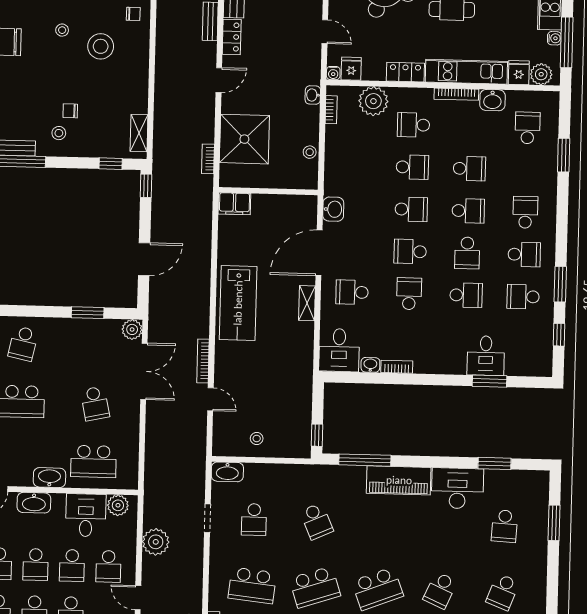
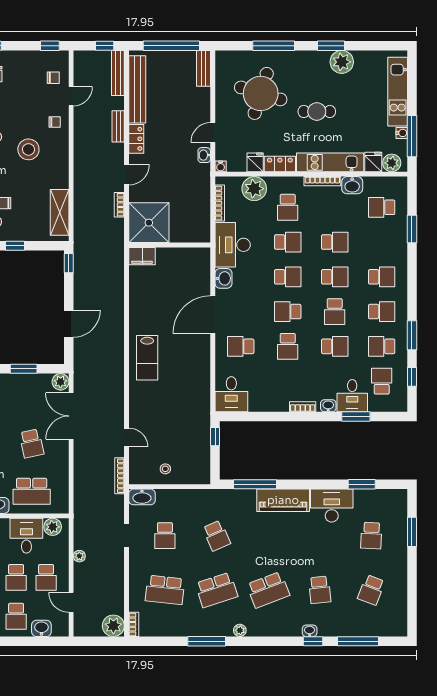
door: (325, 32) -> (213, 133), swing flipped
fridge: (351, 69) -> (255, 162), moved
washbasin: (313, 95) -> (204, 155), moved
bookcase: (331, 110) -> (220, 203), width x1.56
school desk: (413, 125) -> (288, 207), turned -90
school desk: (528, 128) -> (382, 207), turned -90
shelving: (139, 133) -> (60, 212), width x1.50, depth x1.33
stool: (310, 152) -> (203, 232), removed
bookcase: (208, 159) -> (119, 205), moved
window: (111, 164) -> (15, 246), moved
desk: (345, 169) -> (233, 245), added
wall: (268, 191) -> (170, 245), moved
filing cabinet: (234, 204) -> (142, 256), moved
school desk: (525, 212) -> (382, 277), turned 90
school desk: (409, 294) -> (288, 346), turned 180
lab bench: (238, 303) -> (147, 358), width x0.73, depth x0.72
shelving: (307, 303) -> (204, 356), removed
school desk: (522, 339) -> (382, 381), added
bookcase: (203, 361) -> (120, 476), moved
washbasin: (370, 365) -> (328, 406), moved
bookcase: (397, 367) -> (303, 407), moved
double door: (144, 371) -> (71, 416), swing flipped
window: (317, 435) -> (215, 437), moved
plant: (156, 542) -> (79, 556), width x0.53, depth x0.53
school desk: (440, 590) -> (320, 590), turned -30

